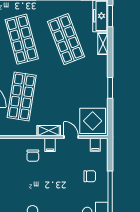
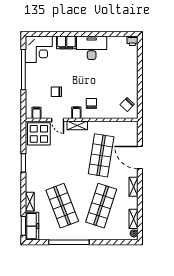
shop shelf: (22, 39) -> (101, 206), turned 33
chair: (90, 176) -> (56, 92), moved

